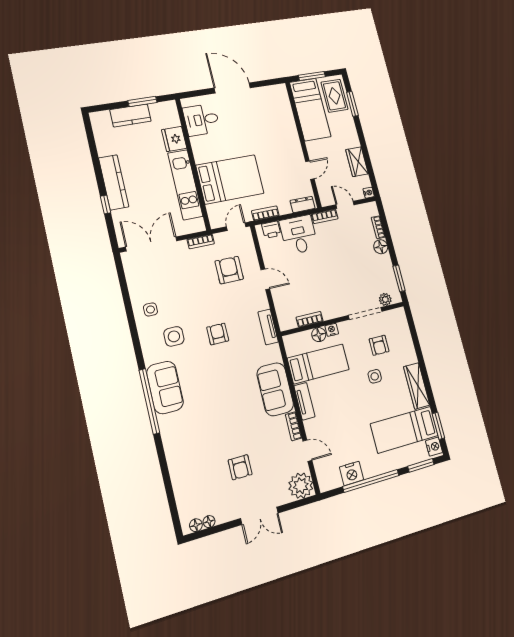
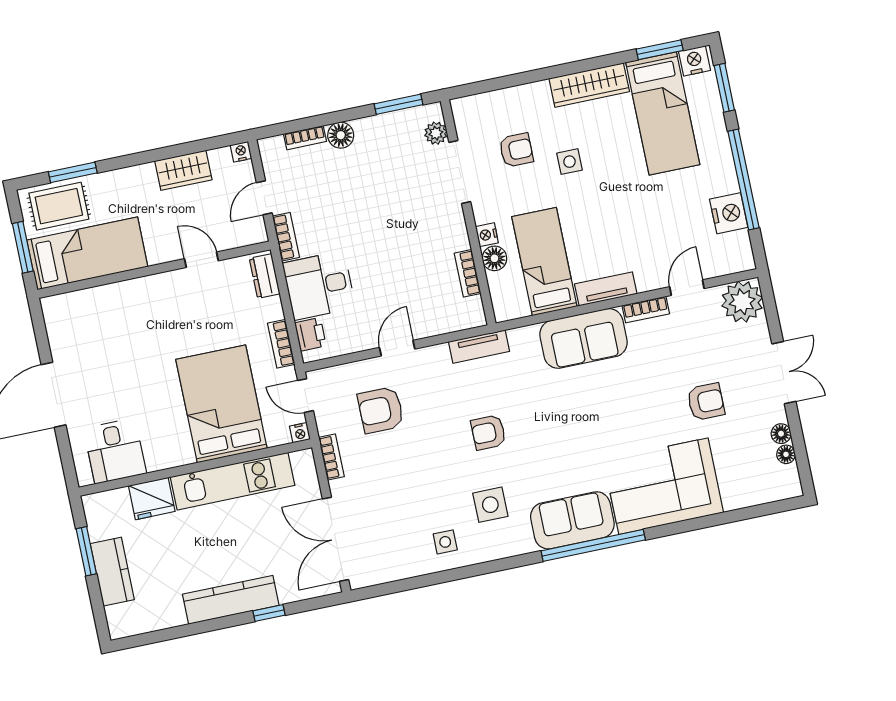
nightstand: (215, 223) -> (300, 433), added
corner sofa: (187, 444) -> (663, 486), added
floor lamp: (196, 525) -> (781, 434), moved

